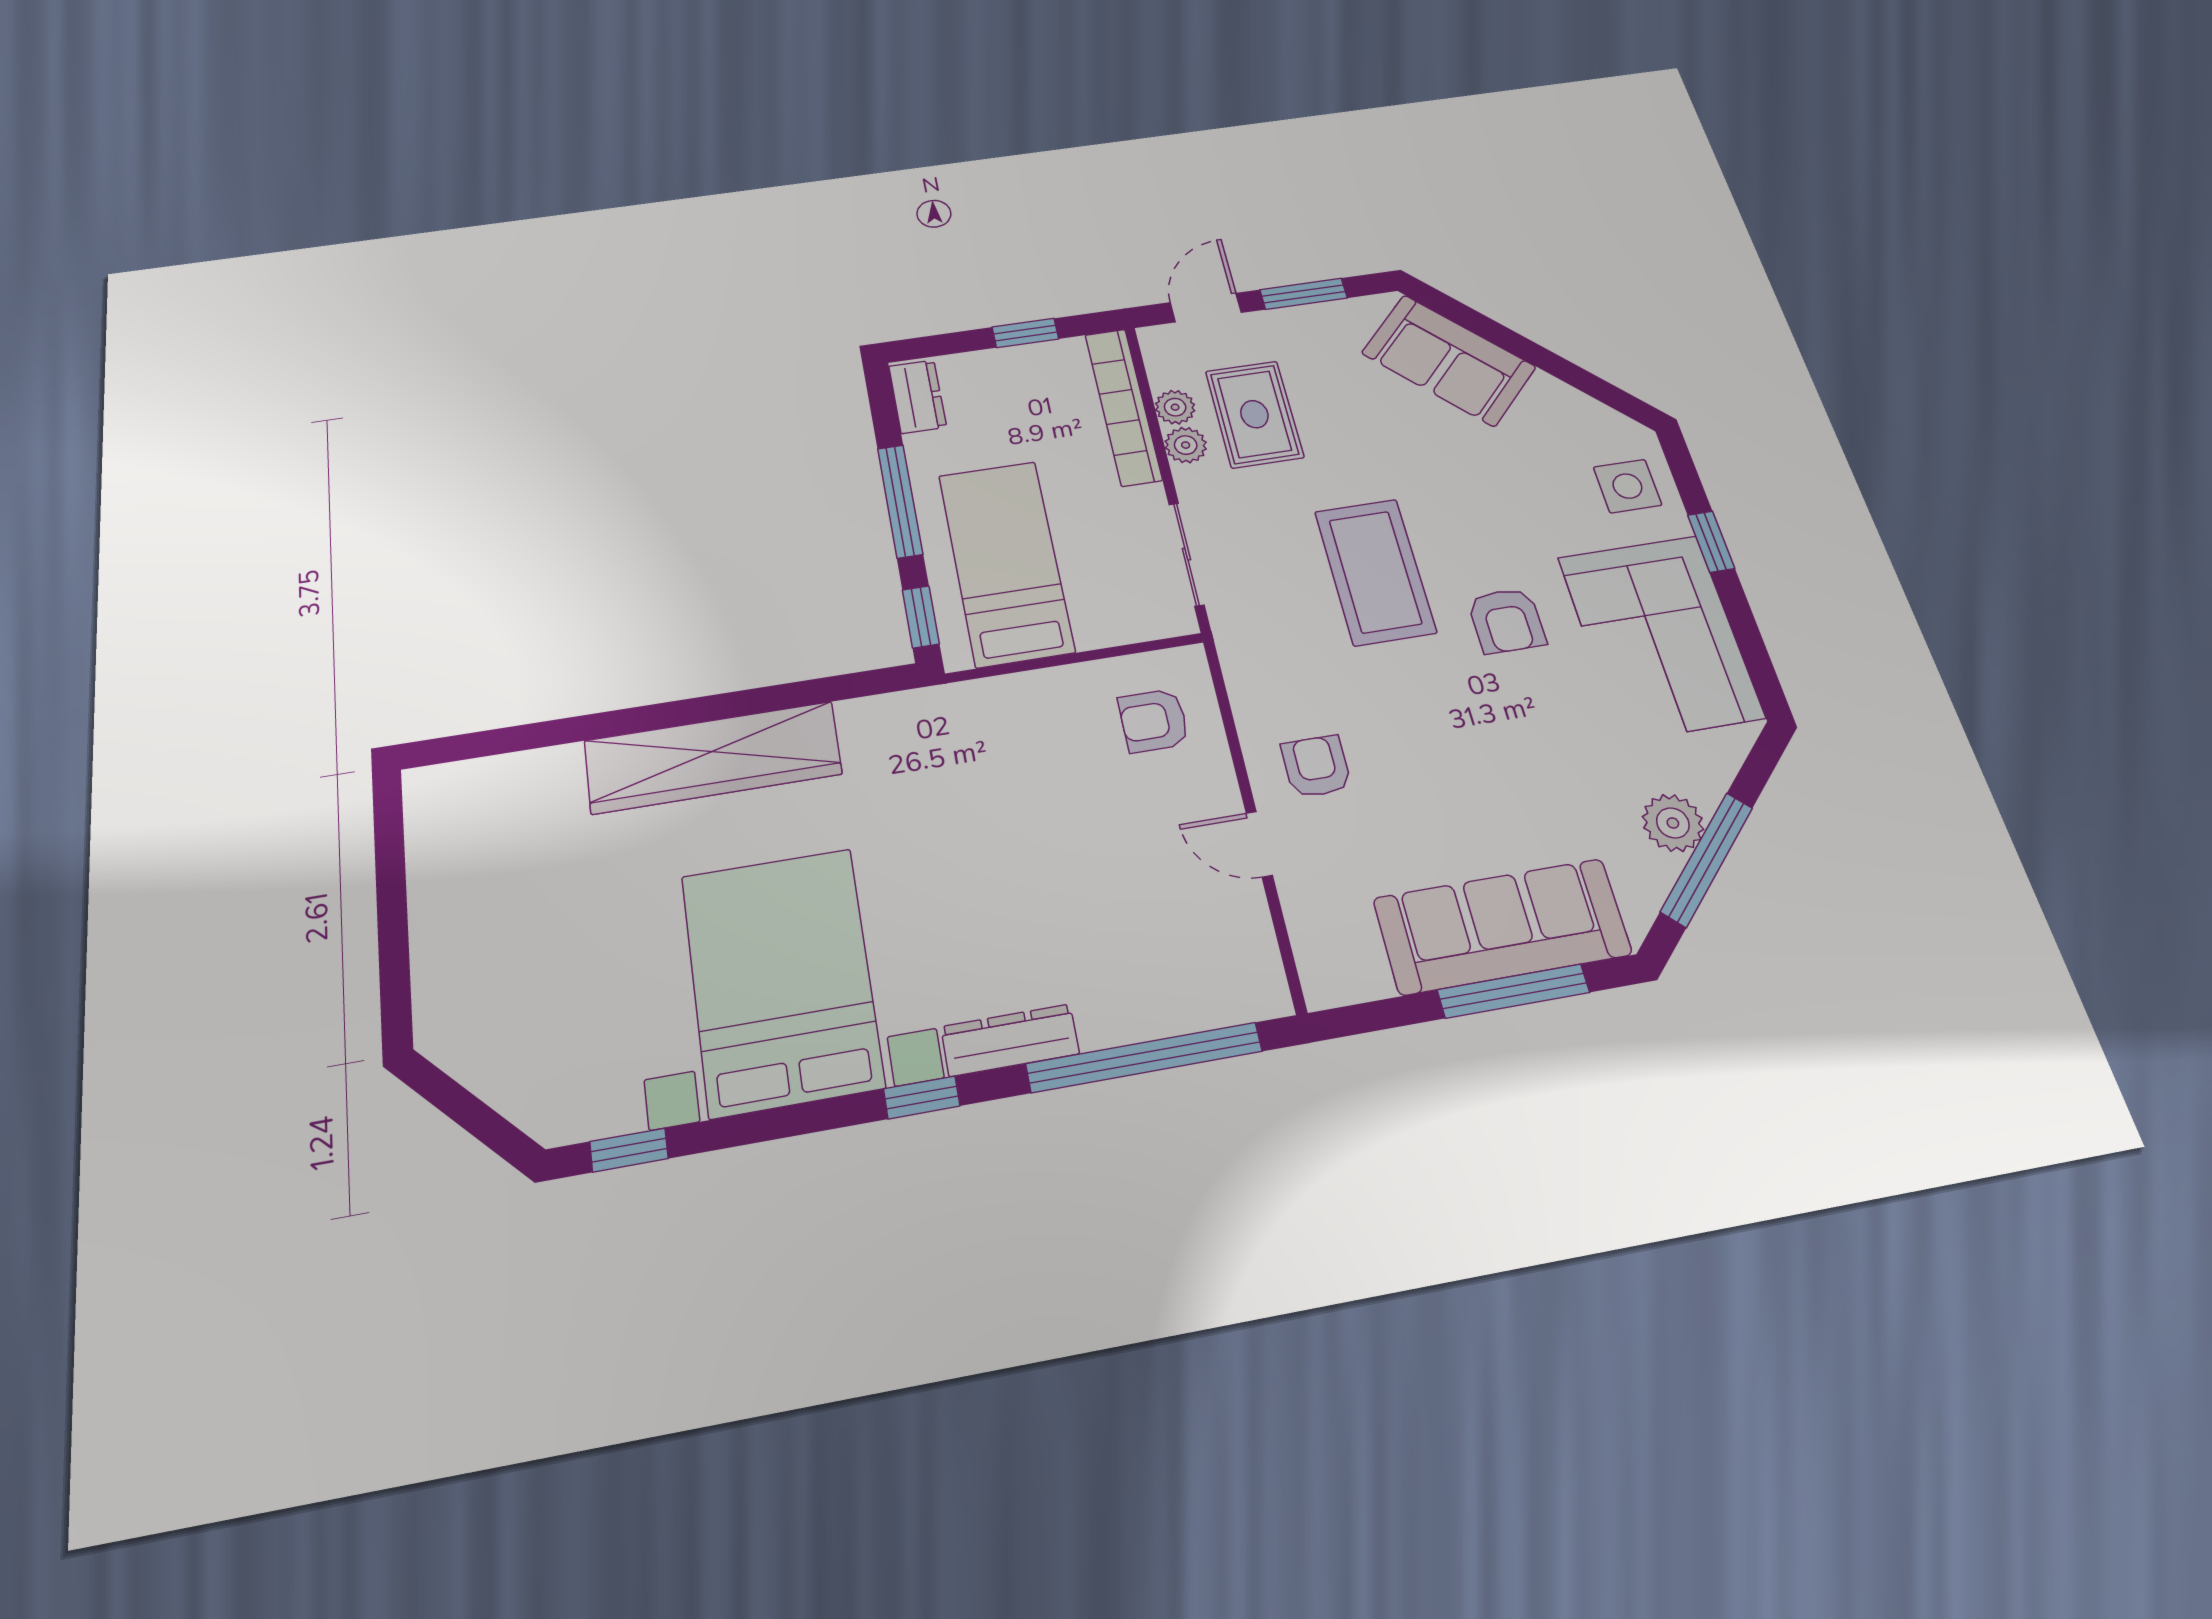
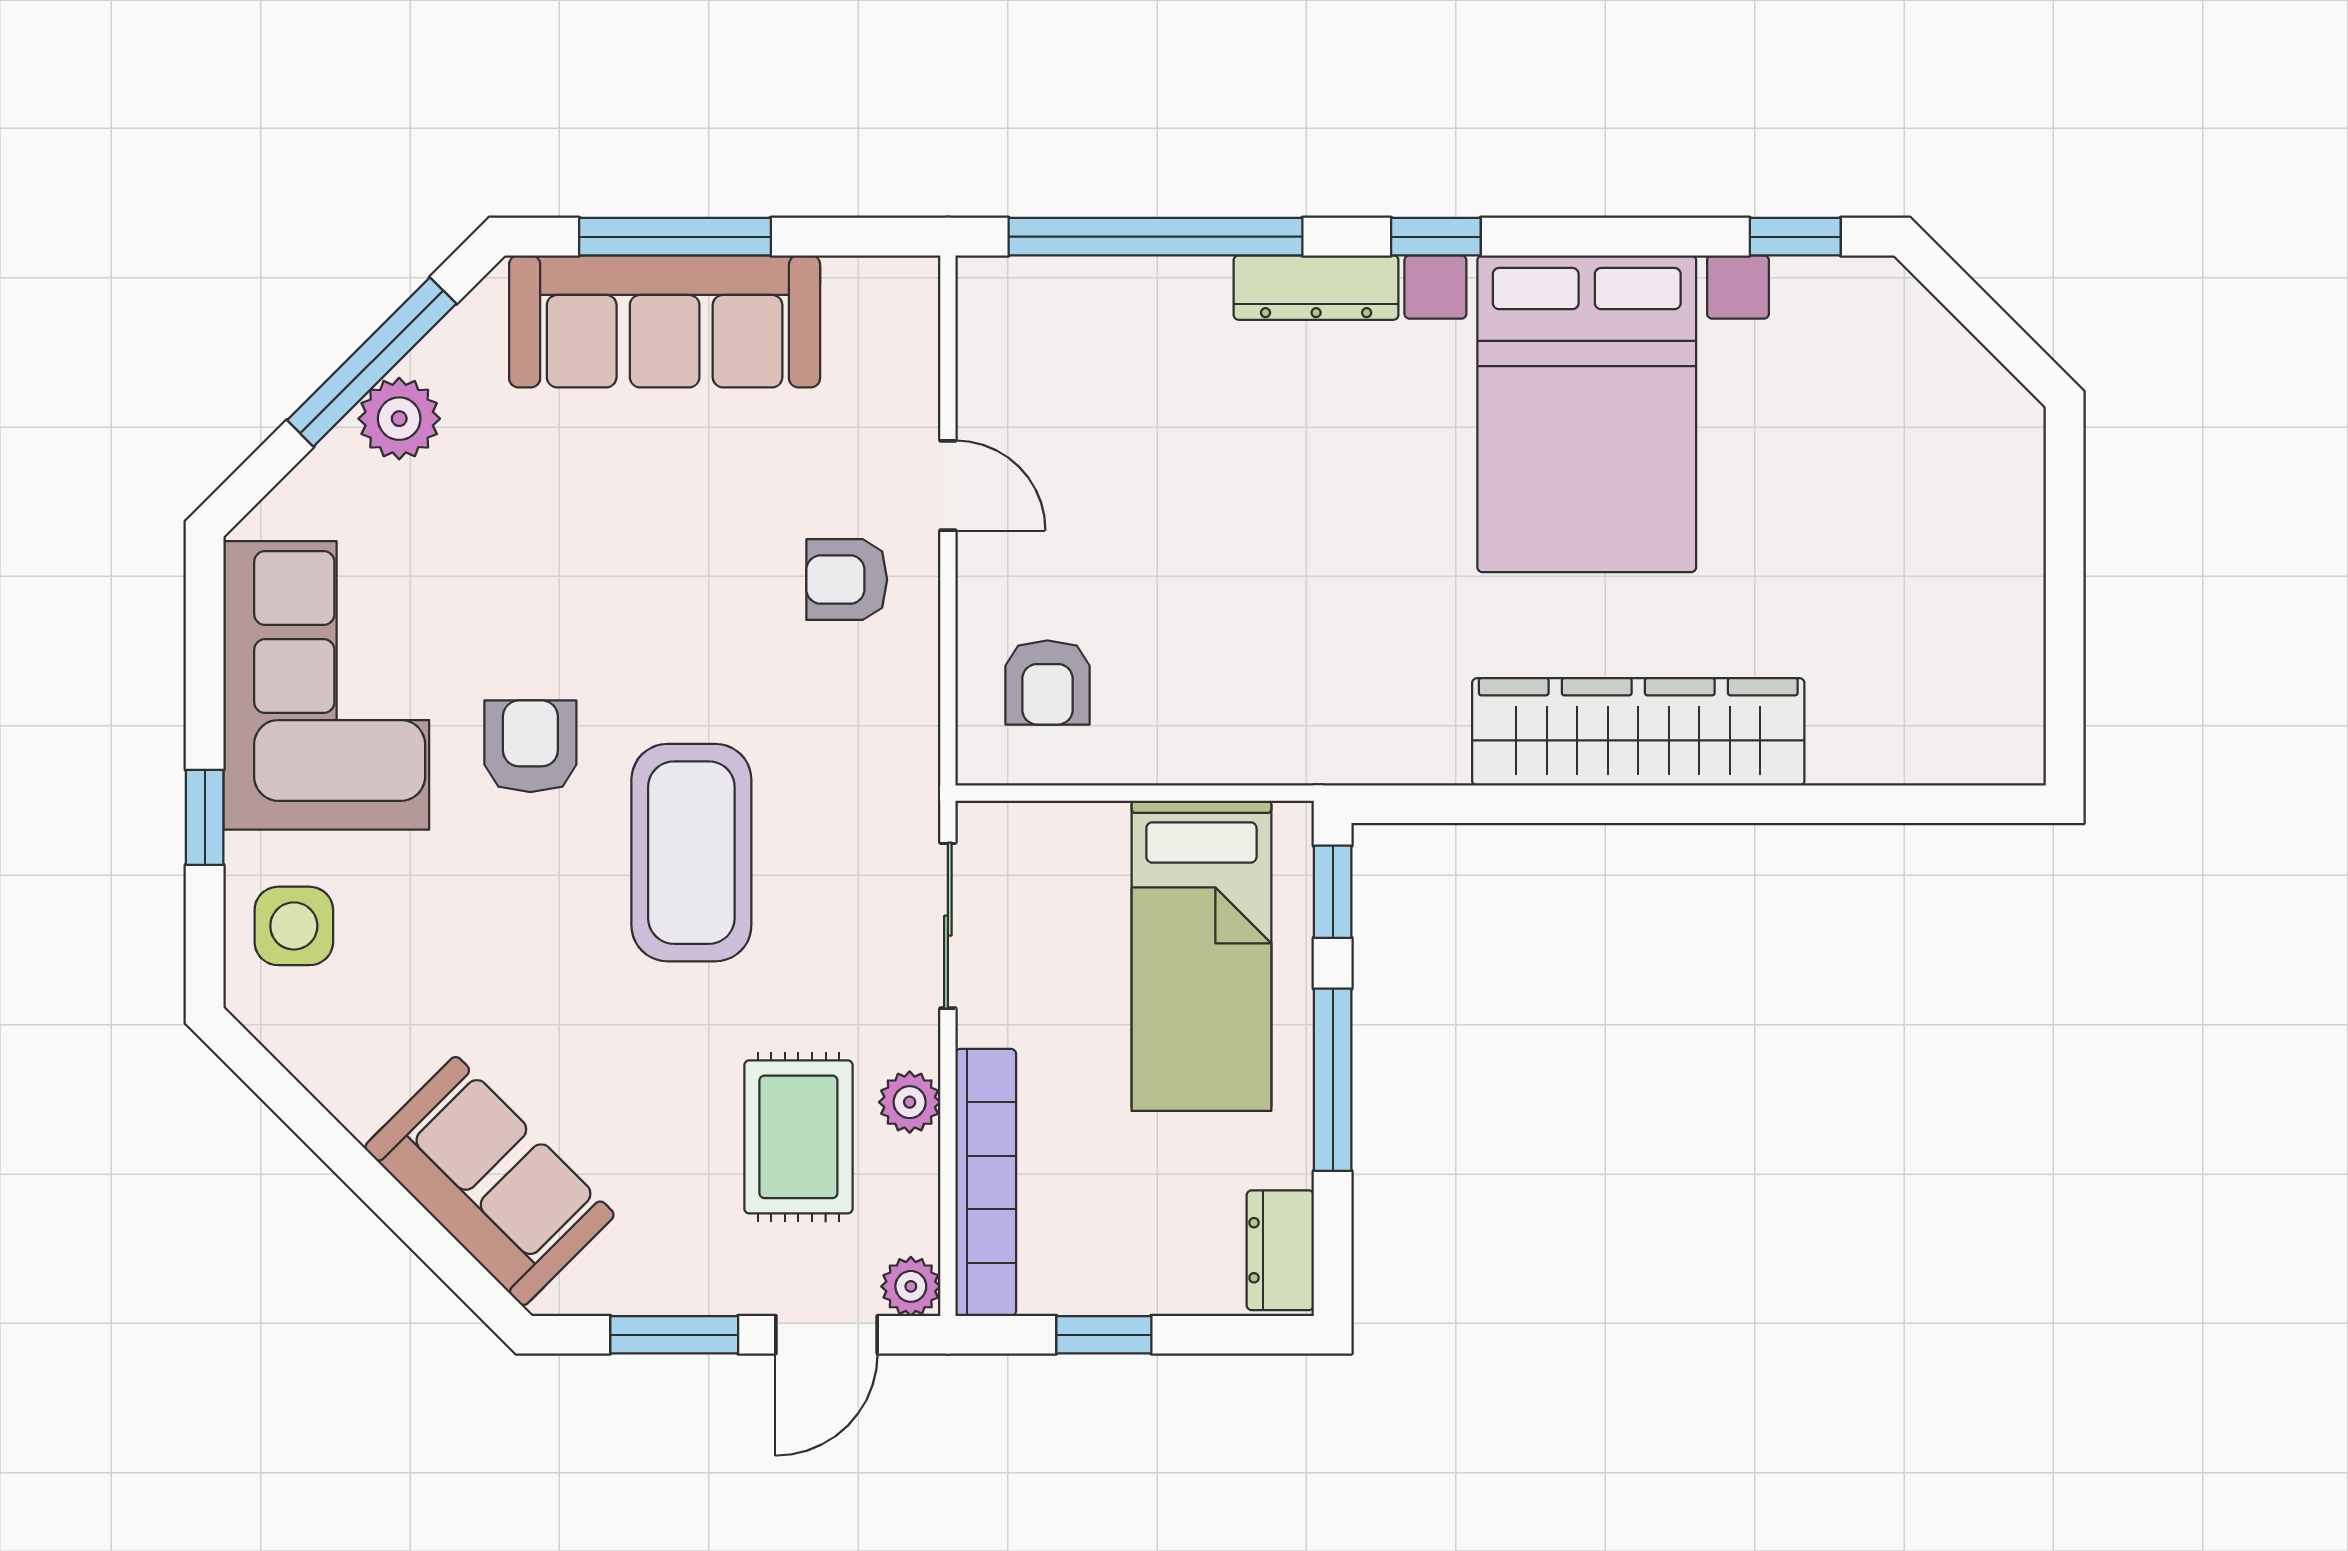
plant: (1175, 407) -> (911, 1286), moved
armchair: (1154, 721) -> (1047, 682), turned 90
armchair: (1316, 766) -> (847, 580), turned 90

